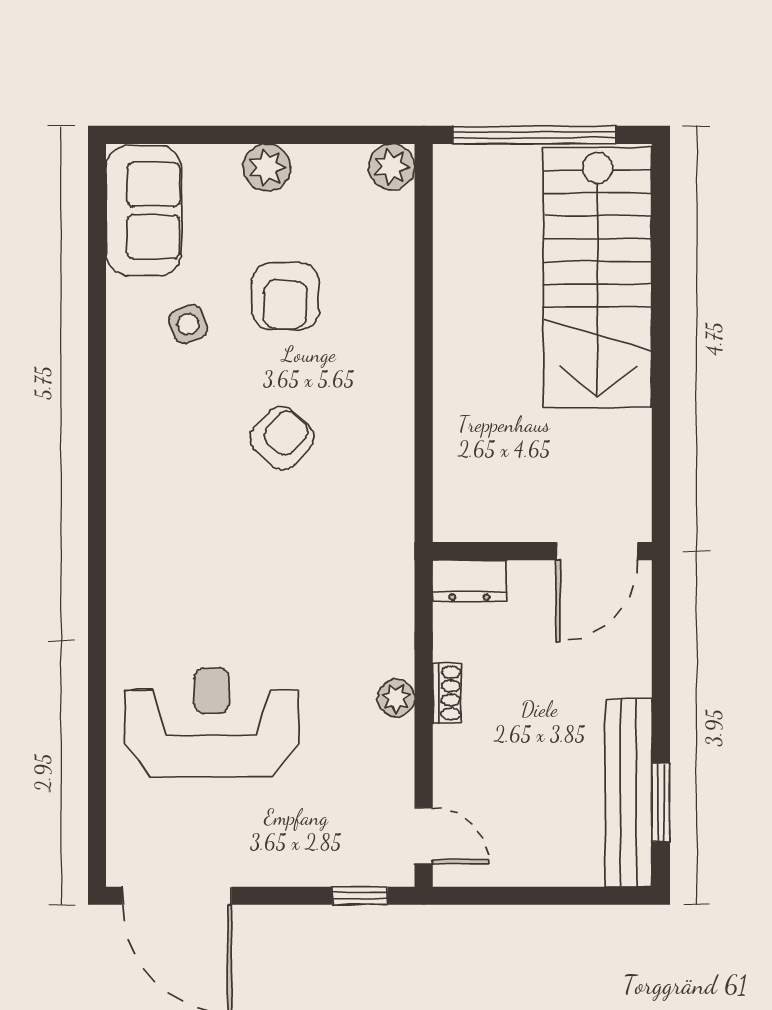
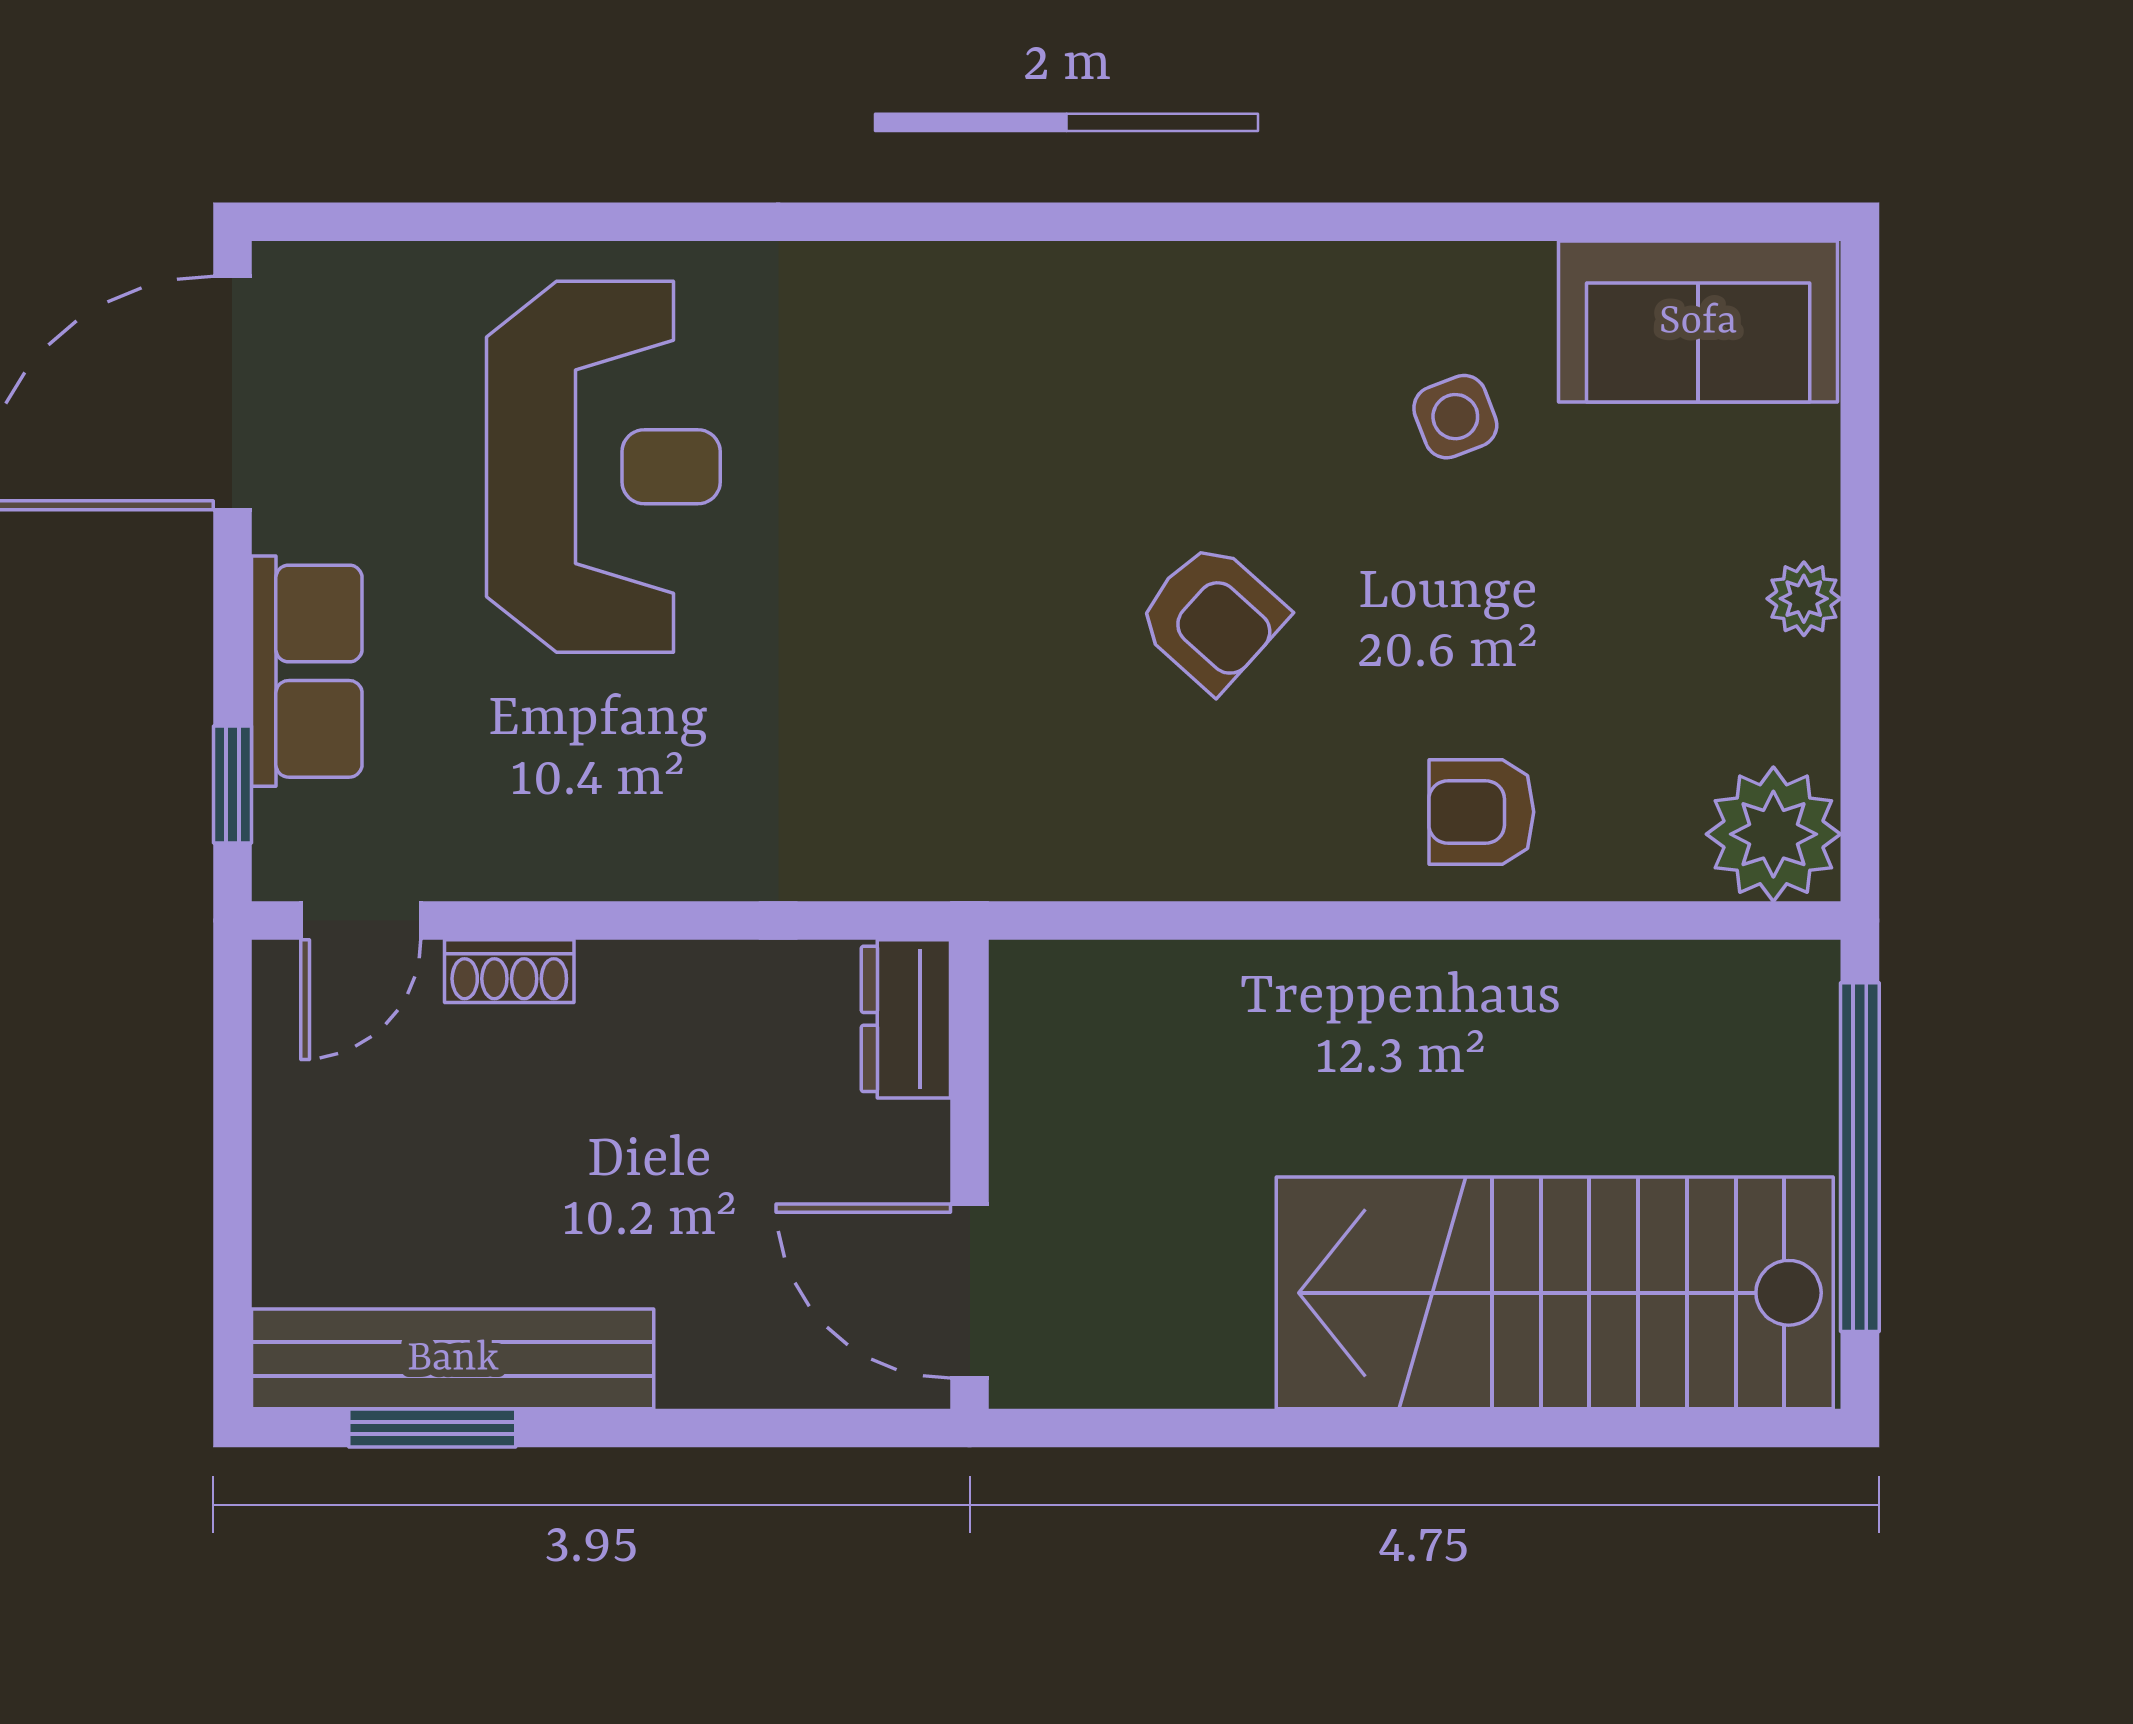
plant: (392, 167) -> (1773, 834), width x1.36, depth x1.36
plant: (267, 168) -> (1804, 599), width x0.73, depth x0.73
armchair: (285, 296) -> (1481, 812), moved, width x0.72, depth x0.72
shoe rack: (447, 693) -> (509, 971), moved
plant: (396, 698) -> (655, 862), removed
row of seats: (307, 861) -> (307, 671), added

